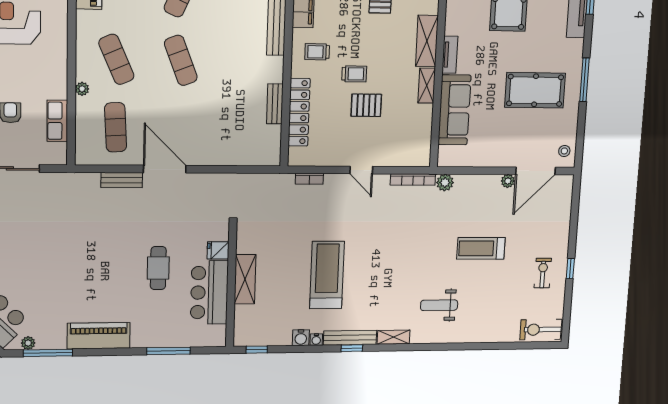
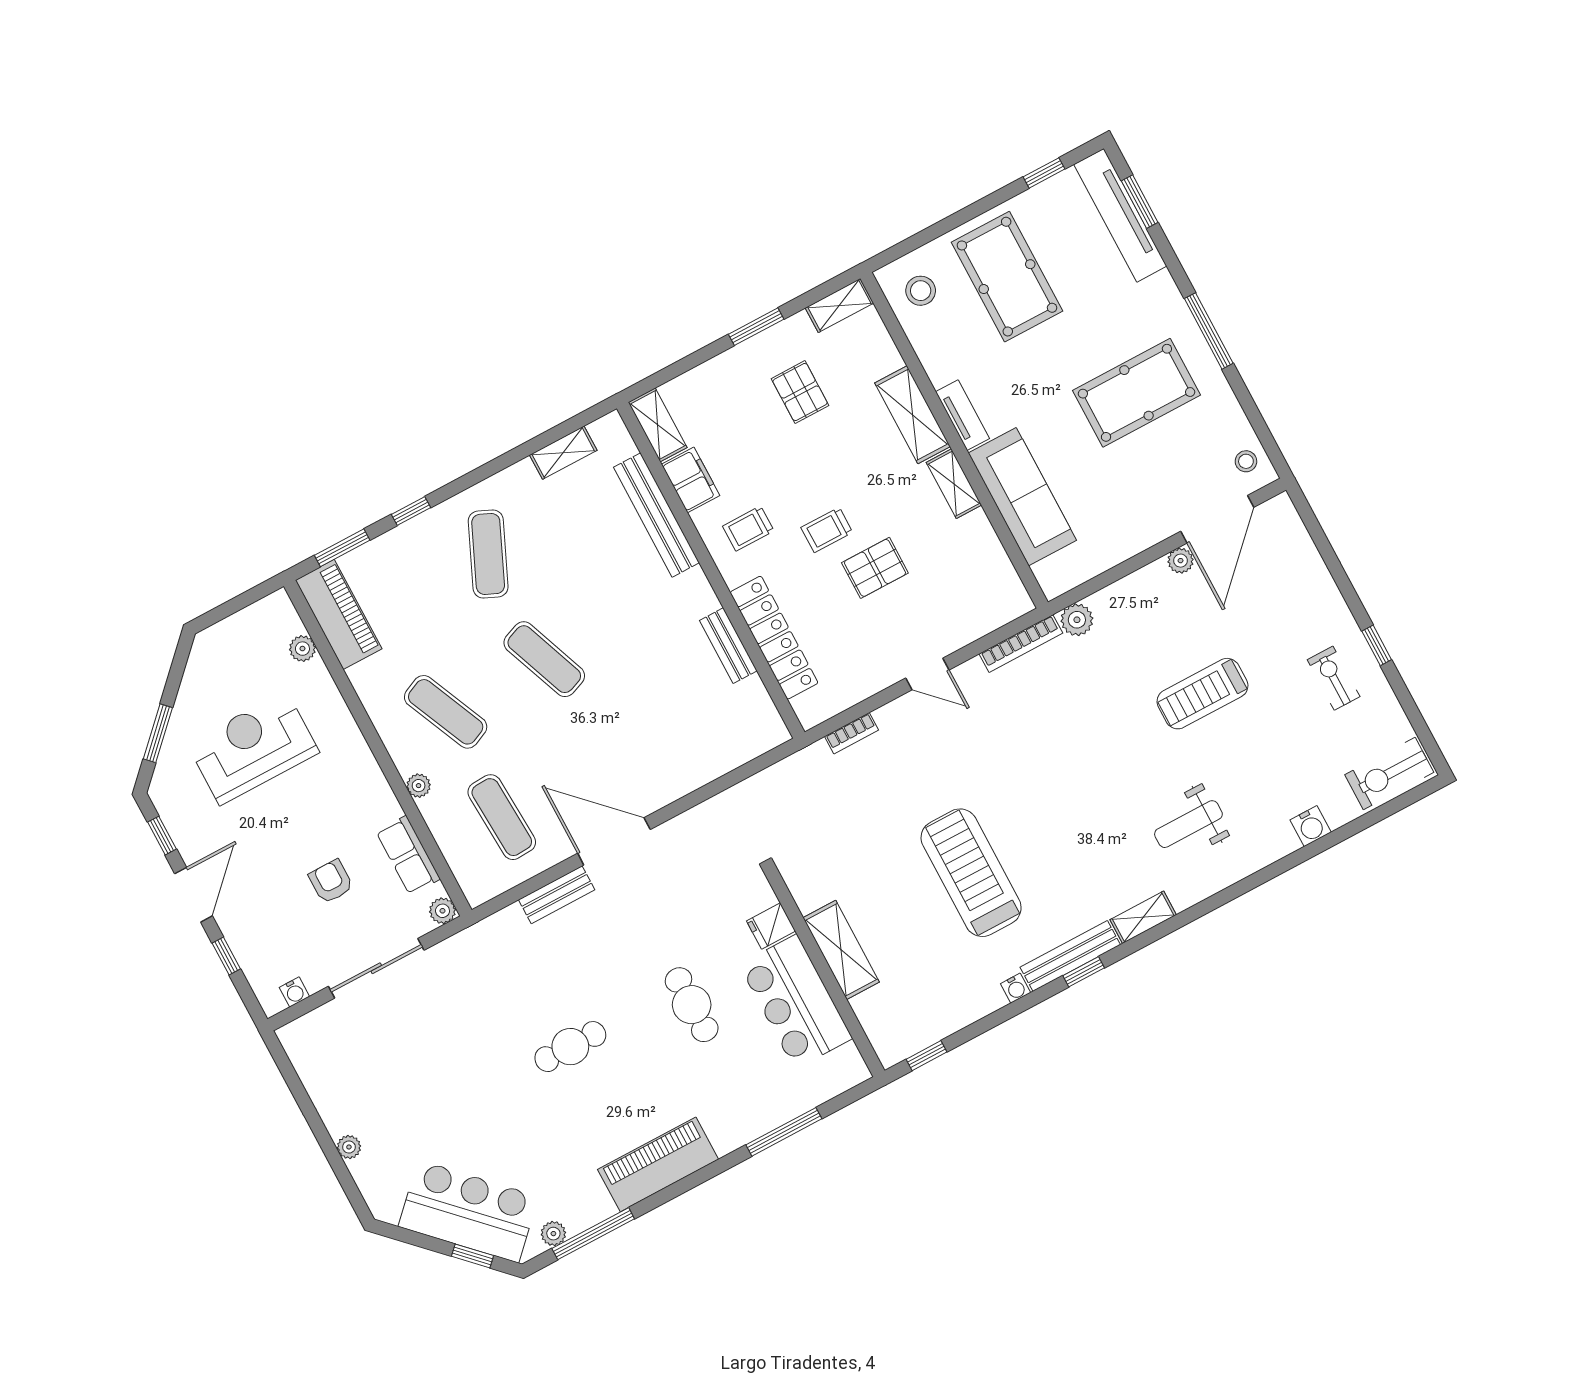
trolley: (354, 74) -> (827, 530), turned 180
plant: (60, 158) -> (442, 911), added
cafe table: (87, 257) -> (570, 1047), added
water cooler: (301, 338) -> (1311, 826), moved

